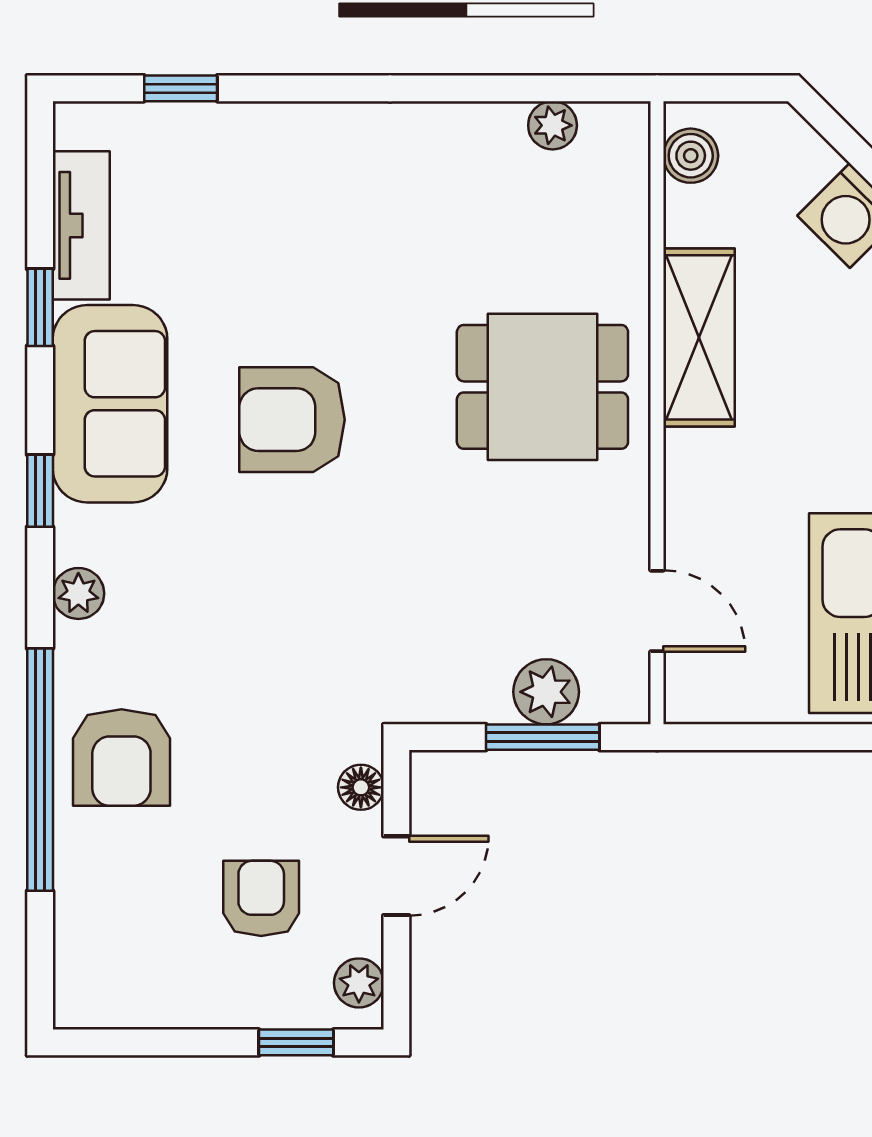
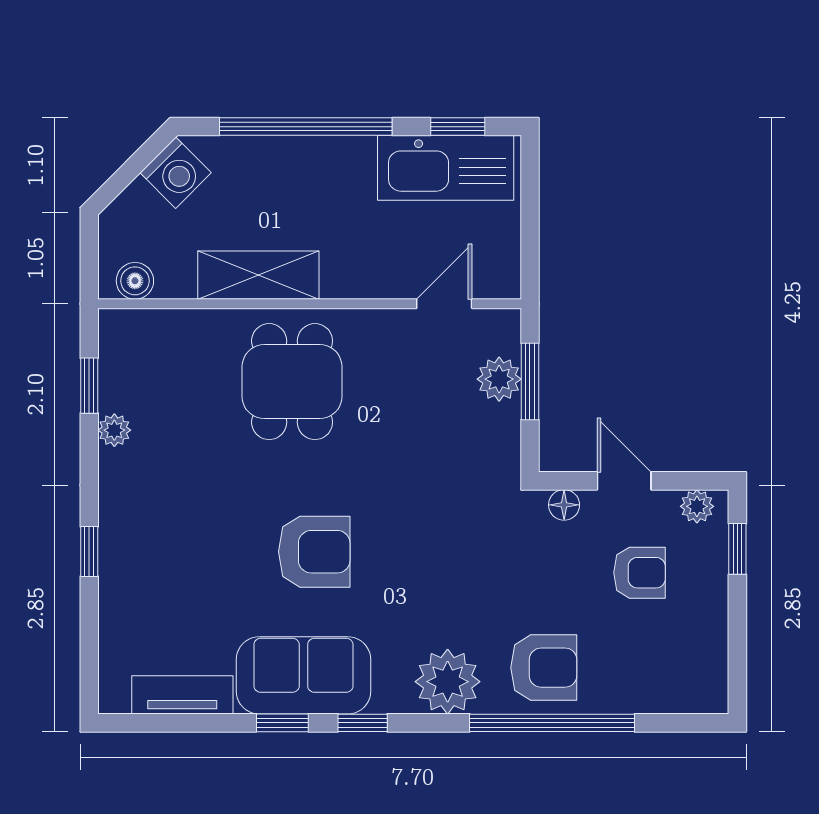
window: (181, 88) -> (89, 552), moved
window: (536, 88) -> (89, 386), added
plant: (553, 125) -> (114, 430), moved
window: (40, 307) -> (282, 723), moved
armchair: (292, 420) -> (314, 552), turned -90
plant: (78, 593) -> (448, 682), width x1.88, depth x1.88
armchair: (261, 898) -> (640, 573), turned 180

